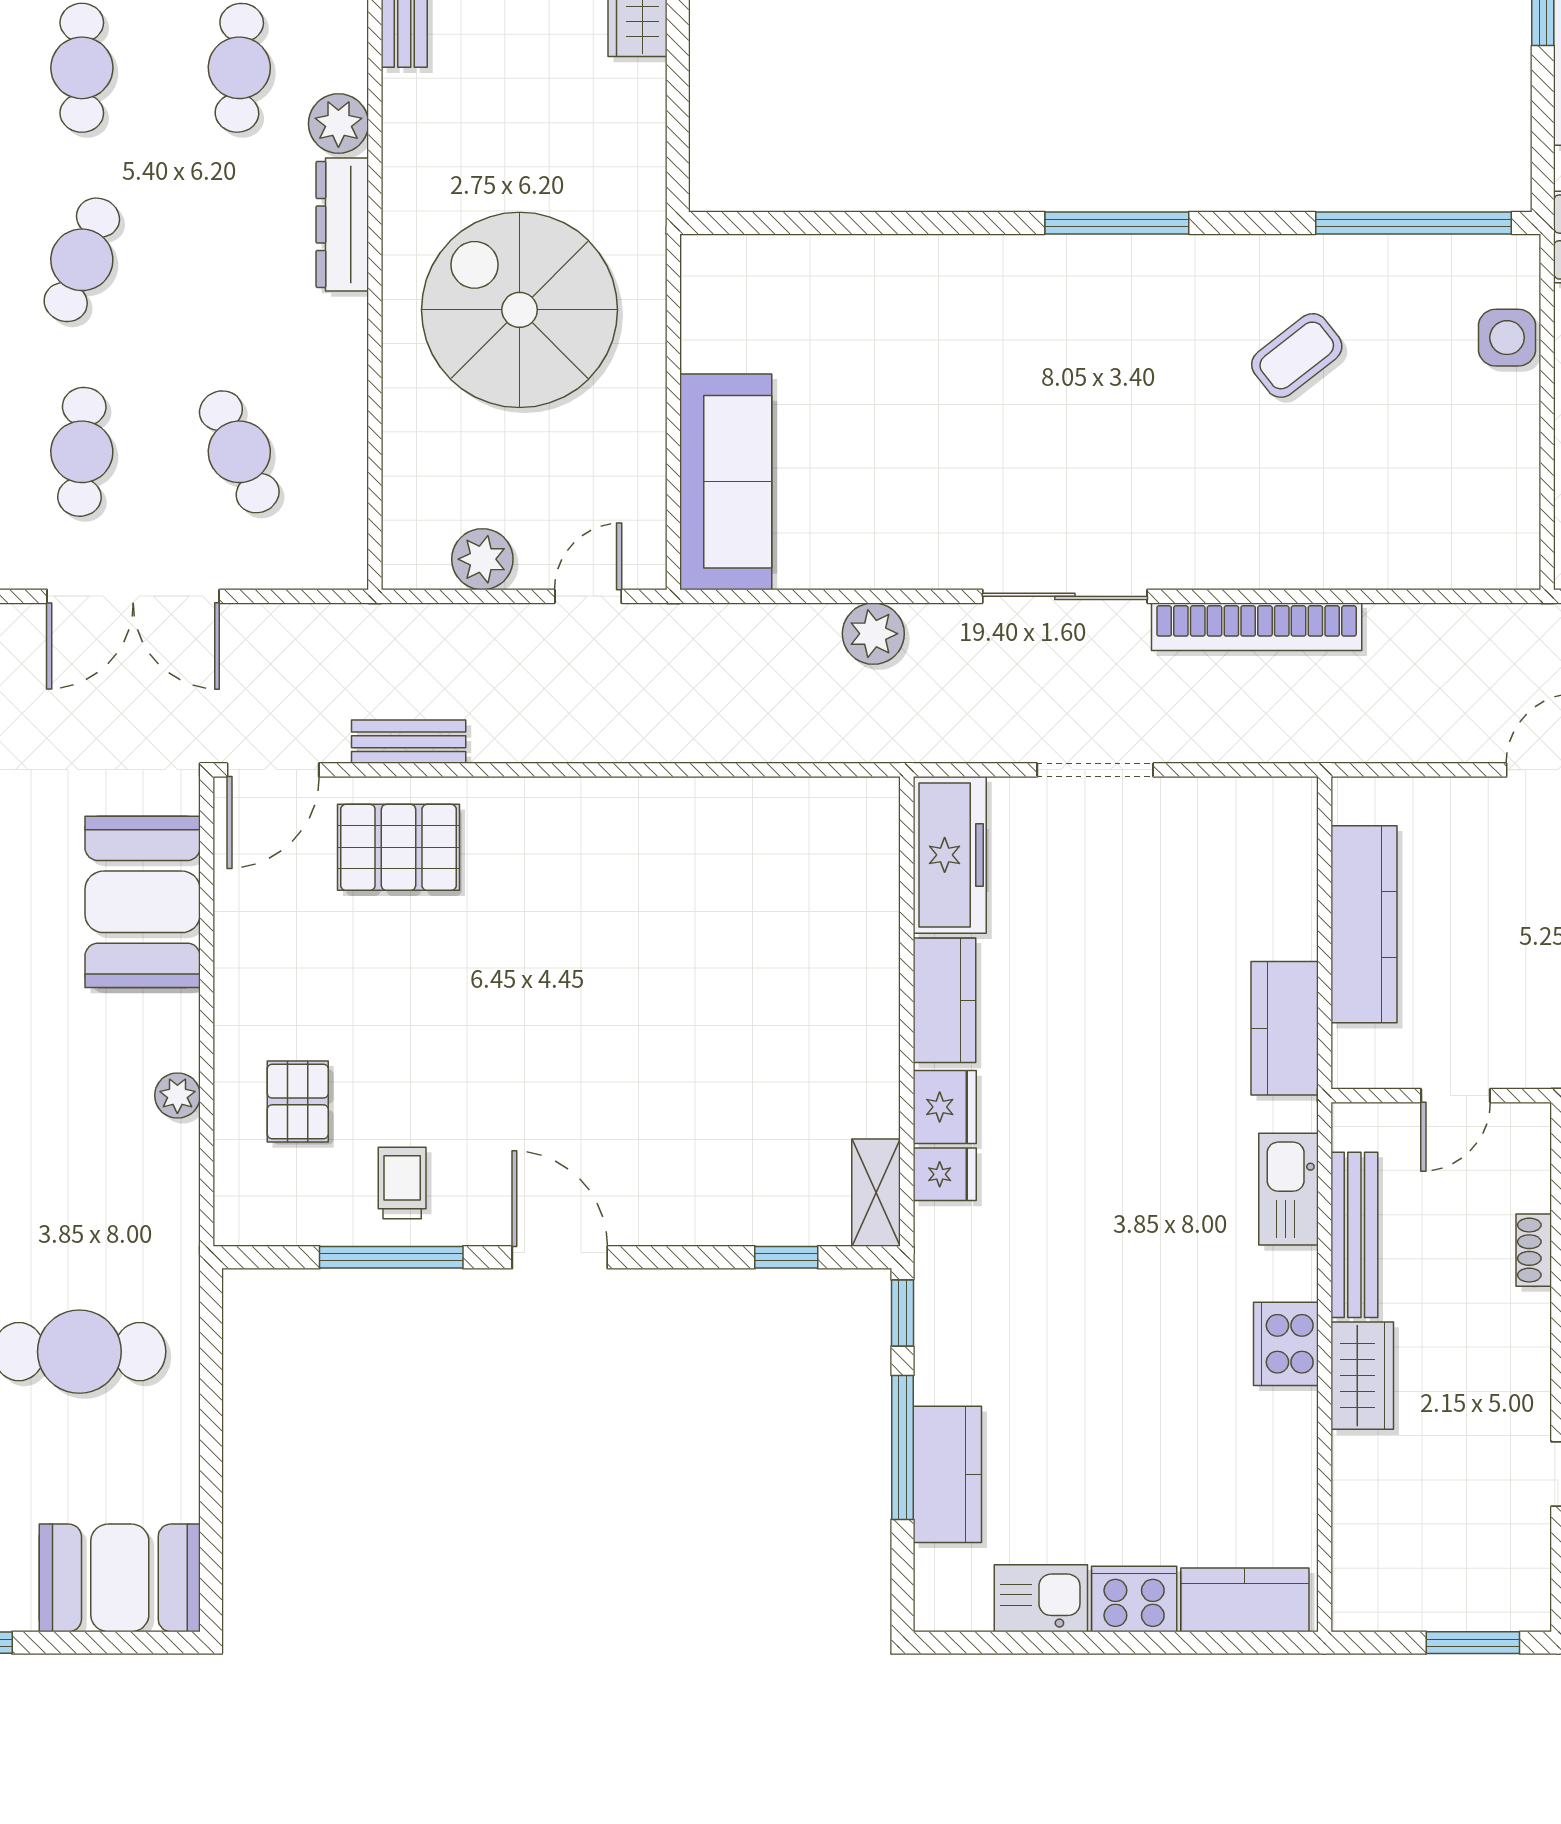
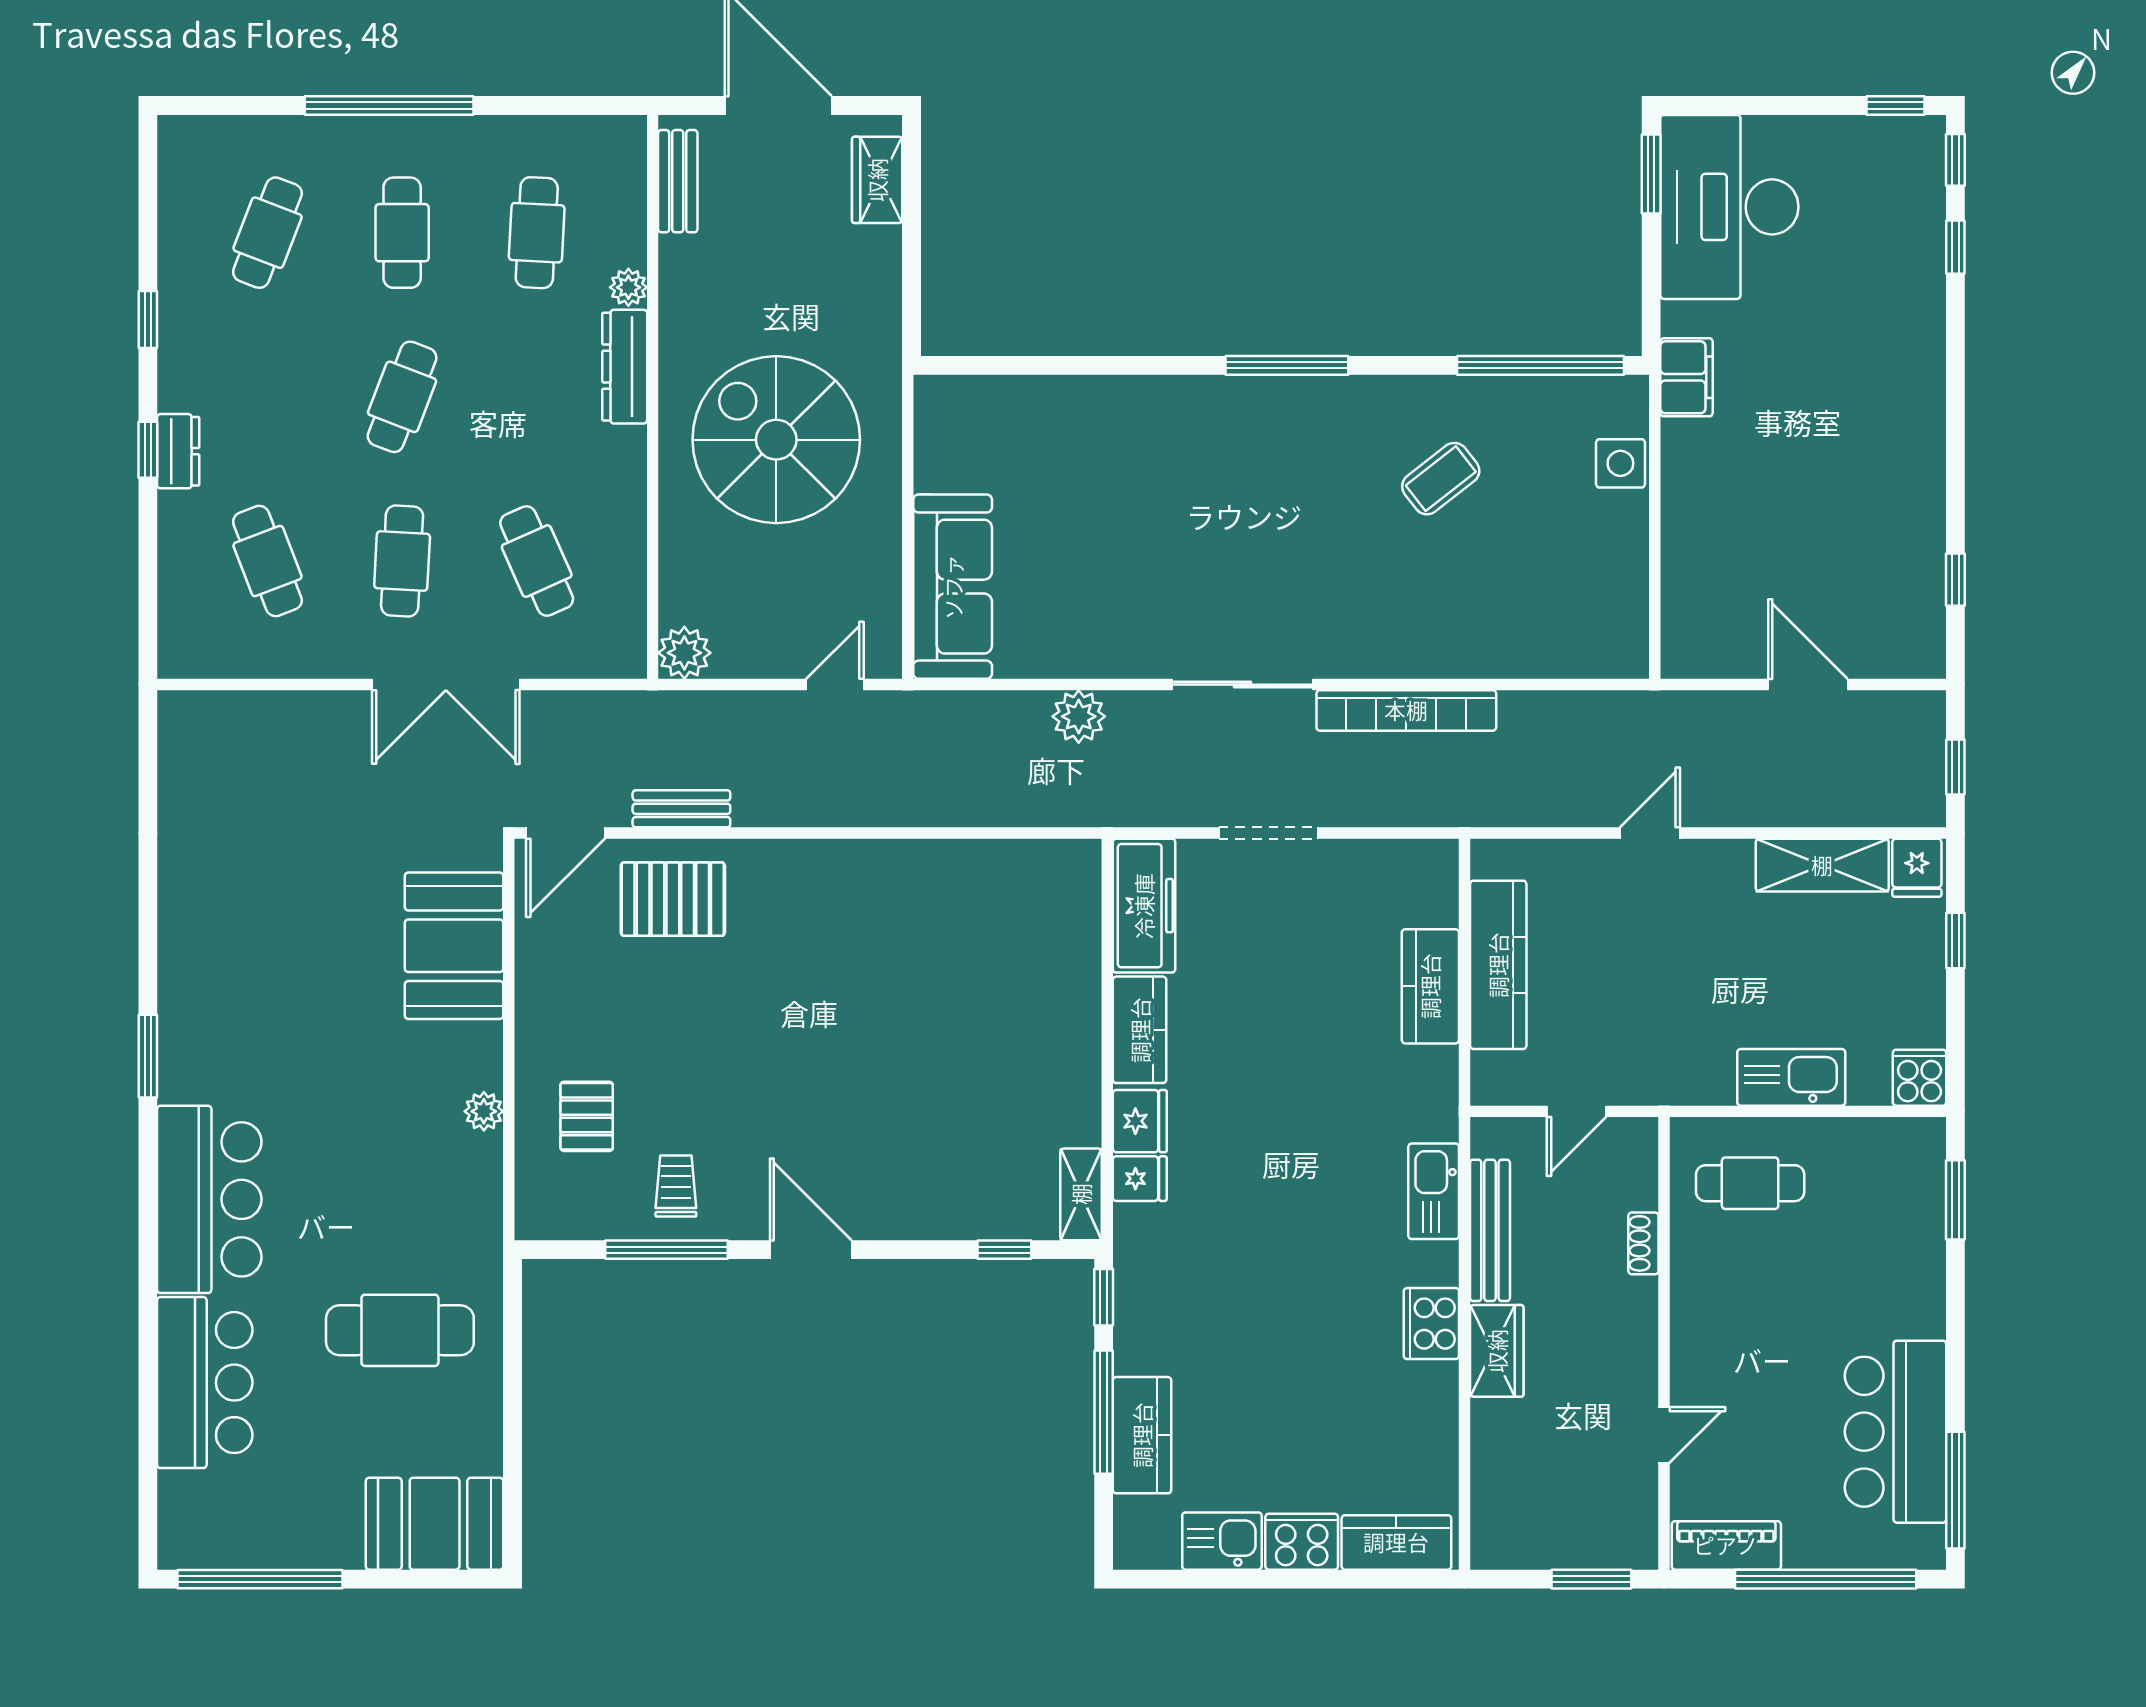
plant: (338, 124) -> (628, 287), width x0.73, depth x0.73
plant: (482, 559) -> (684, 653), moved
kitchen counter: (1285, 1028) -> (1430, 986), moved

